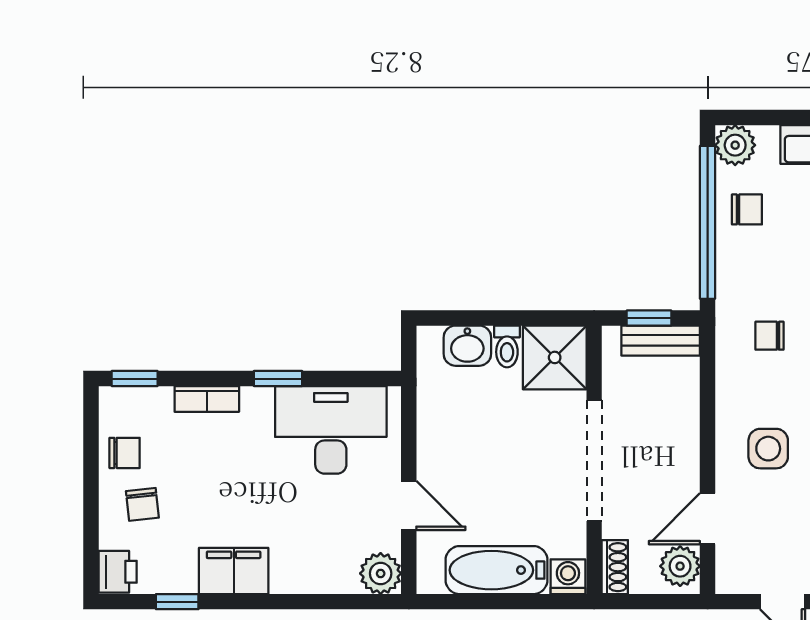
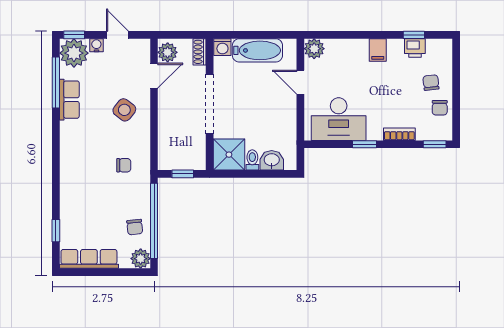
chair: (747, 209) -> (135, 227), turned -96
bench: (661, 341) -> (177, 163), removed
side table: (768, 449) -> (124, 110), turned 38
chair: (125, 453) -> (440, 108), turned -90
filing cabinet: (234, 571) -> (378, 50), width x0.50
printer: (118, 572) -> (415, 48), moved, turned -90

